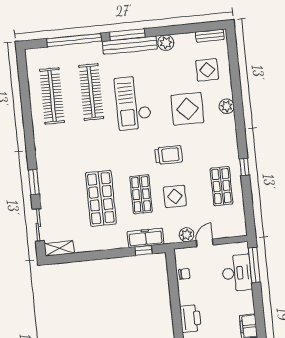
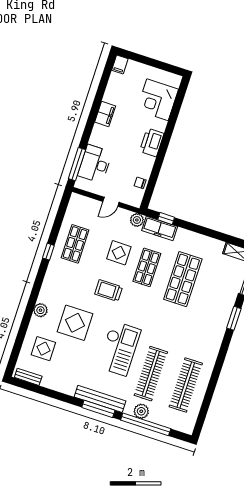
plant: (166, 43) -> (141, 411), moved
plant: (186, 235) -> (137, 220), moved

